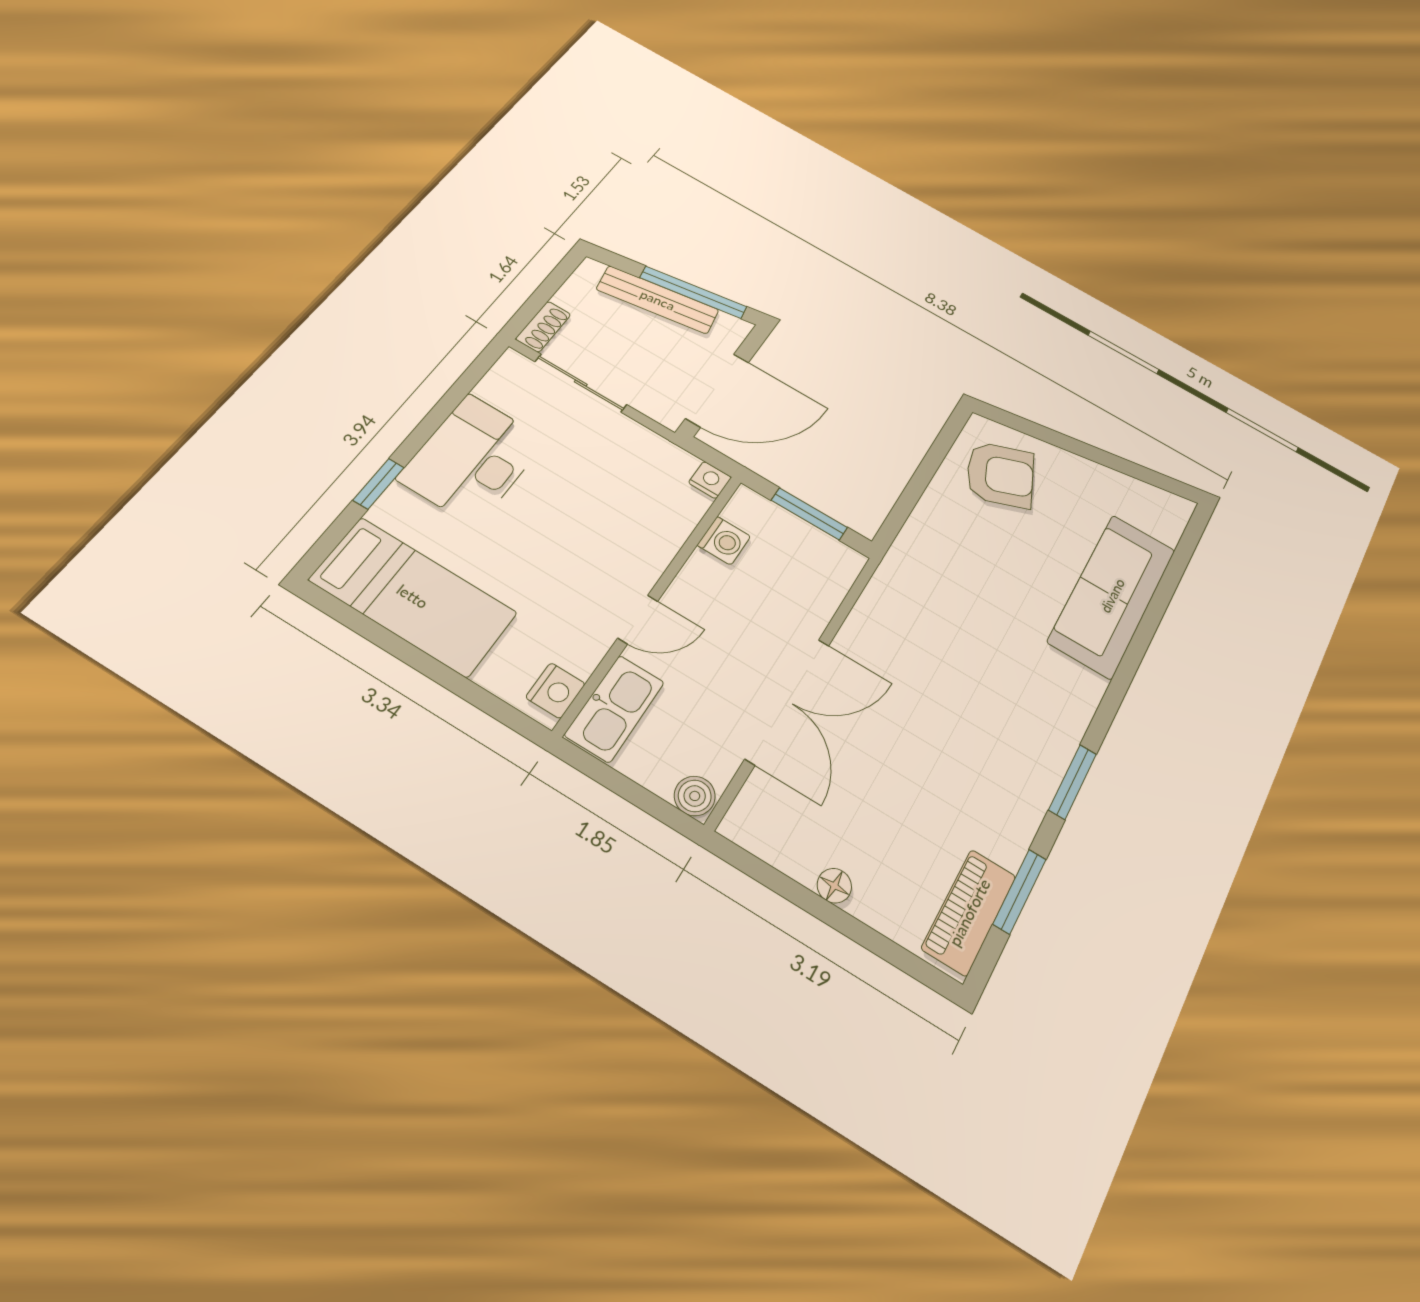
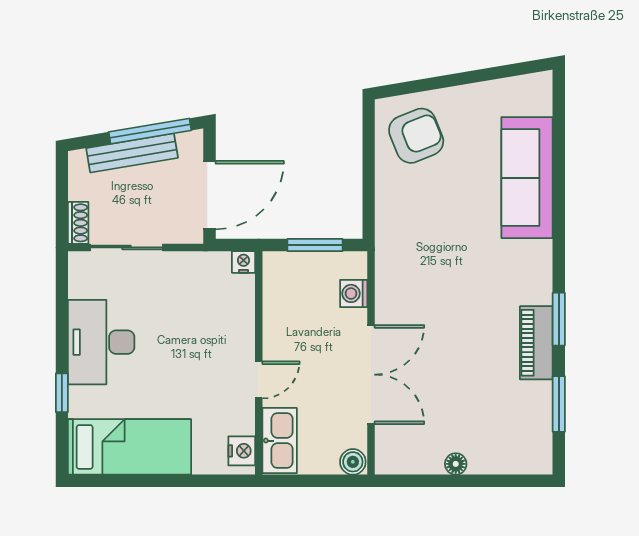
washing machine: (724, 541) -> (354, 293), moved, turned 180
piano: (969, 912) -> (536, 343), moved

